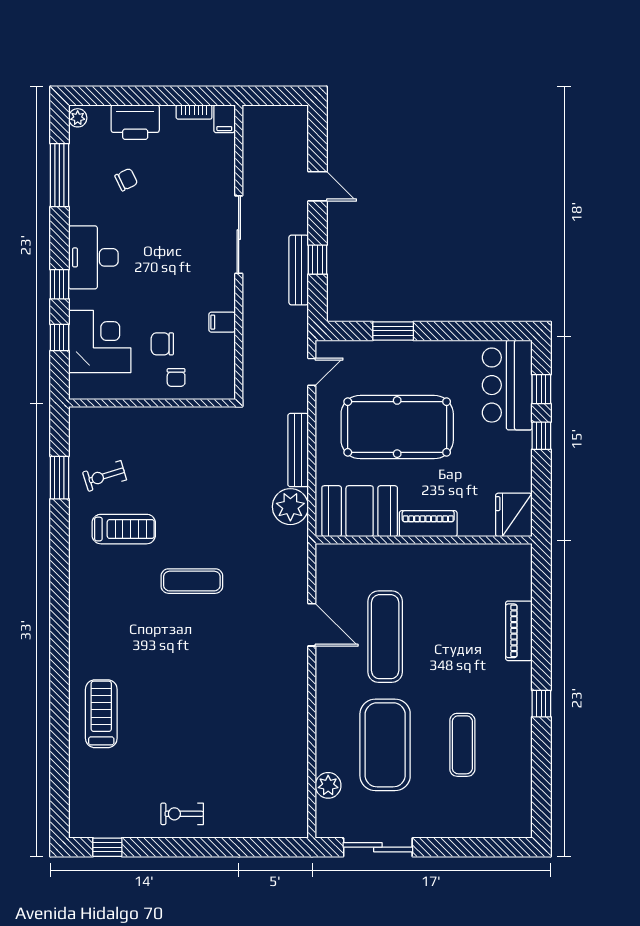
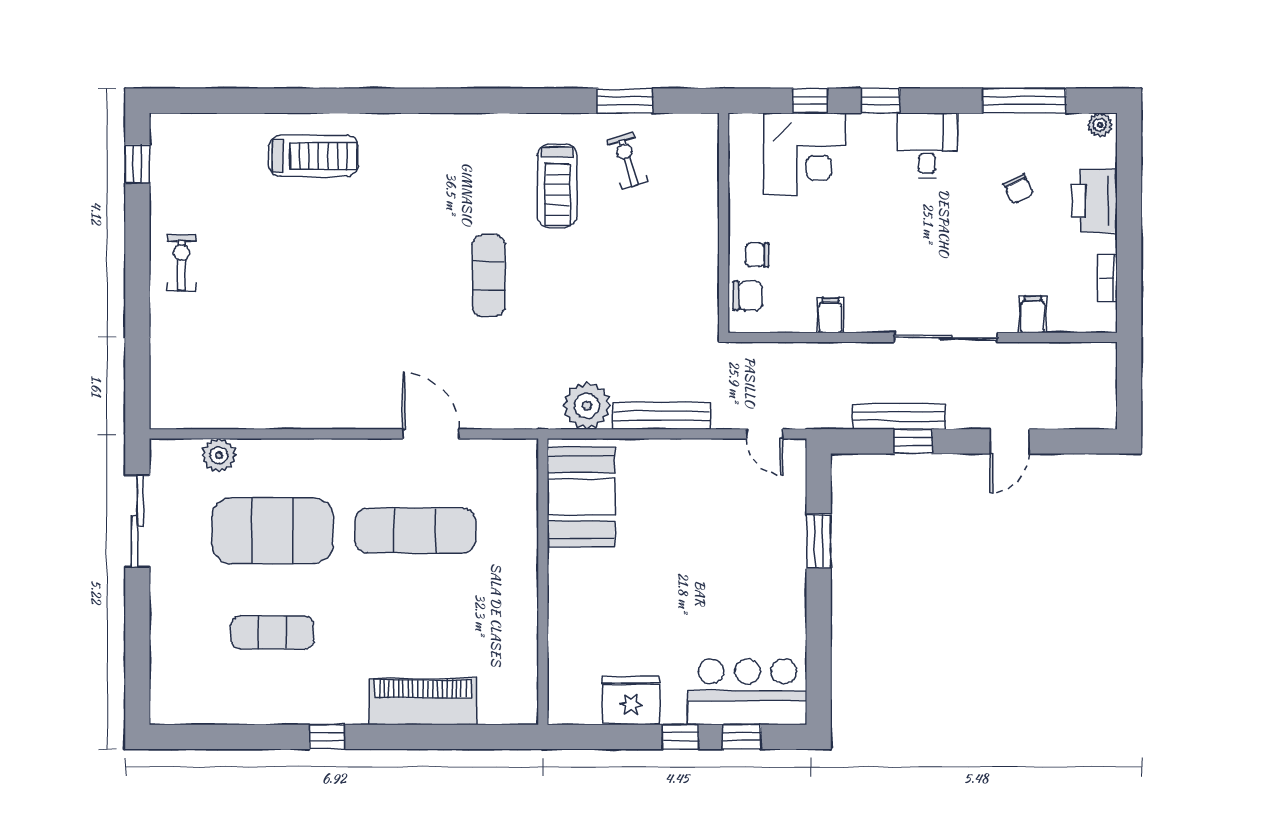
filing cabinet: (224, 119) -> (1033, 314), moved, turned 90
desk: (93, 257) -> (927, 145), width x0.73
chair: (162, 344) -> (748, 296), moved, turned 90
pool table: (397, 427) -> (692, 546), removed
fridge: (514, 515) -> (631, 701), moved
piano: (428, 524) -> (564, 587), removed
door: (312, 625) -> (431, 434), swing flipped
piano: (519, 631) -> (423, 701), width x1.37, depth x1.33

